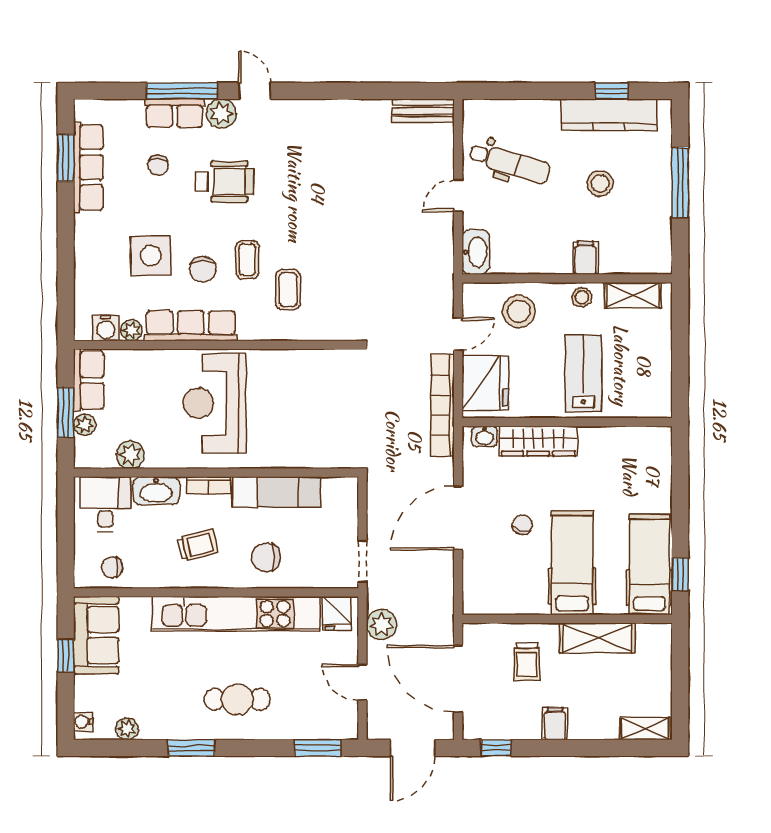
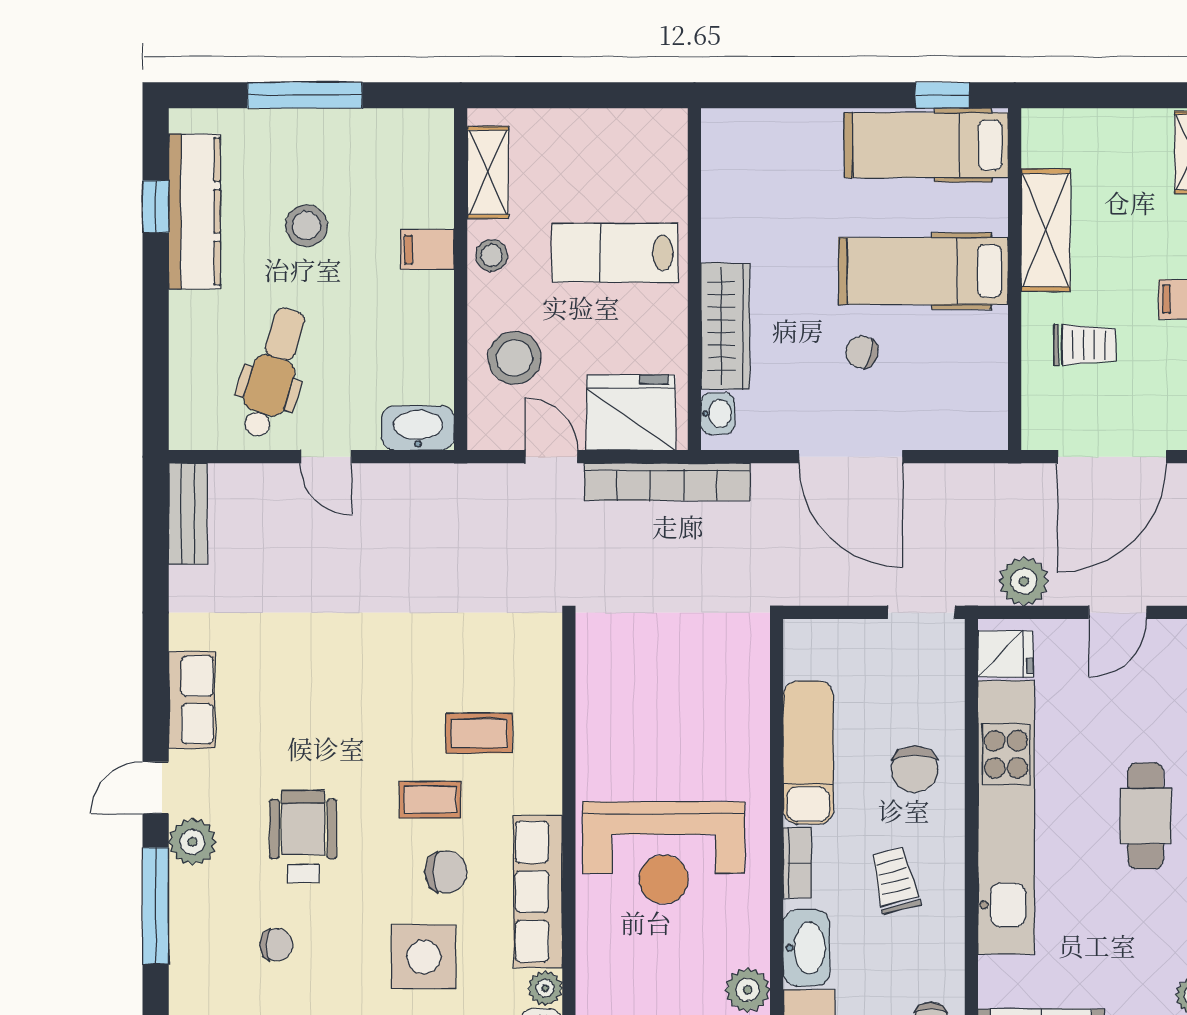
row of seats: (175, 113) -> (192, 700), moved

